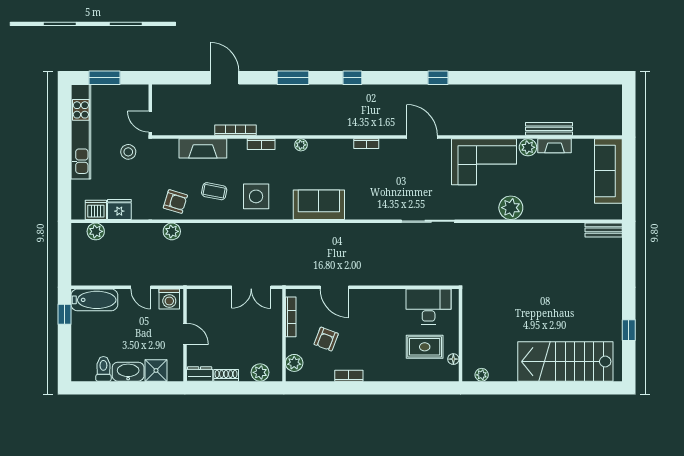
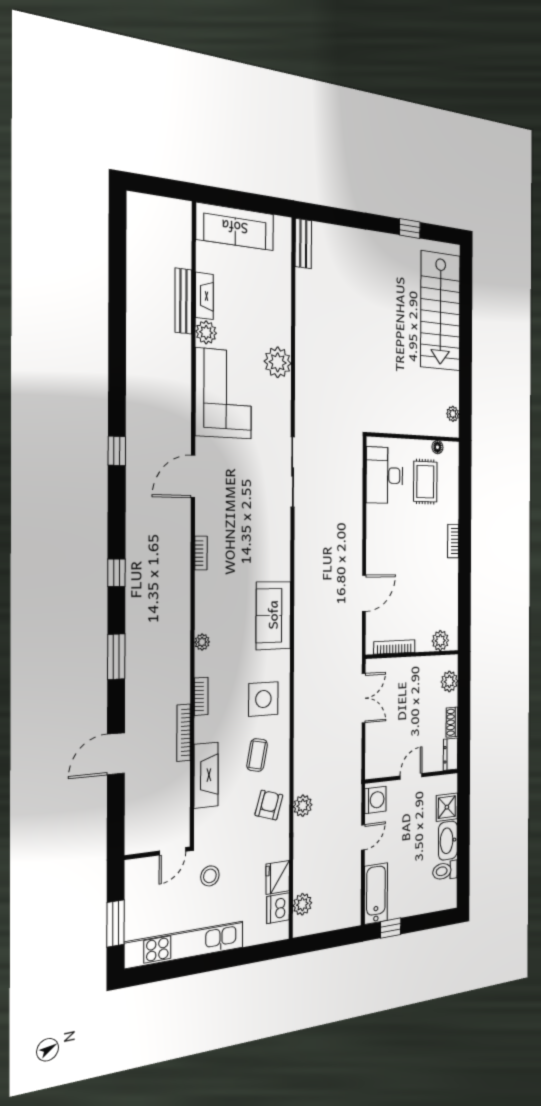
armchair: (326, 339) -> (417, 602), removed
bookcase: (349, 376) -> (453, 541), moved

